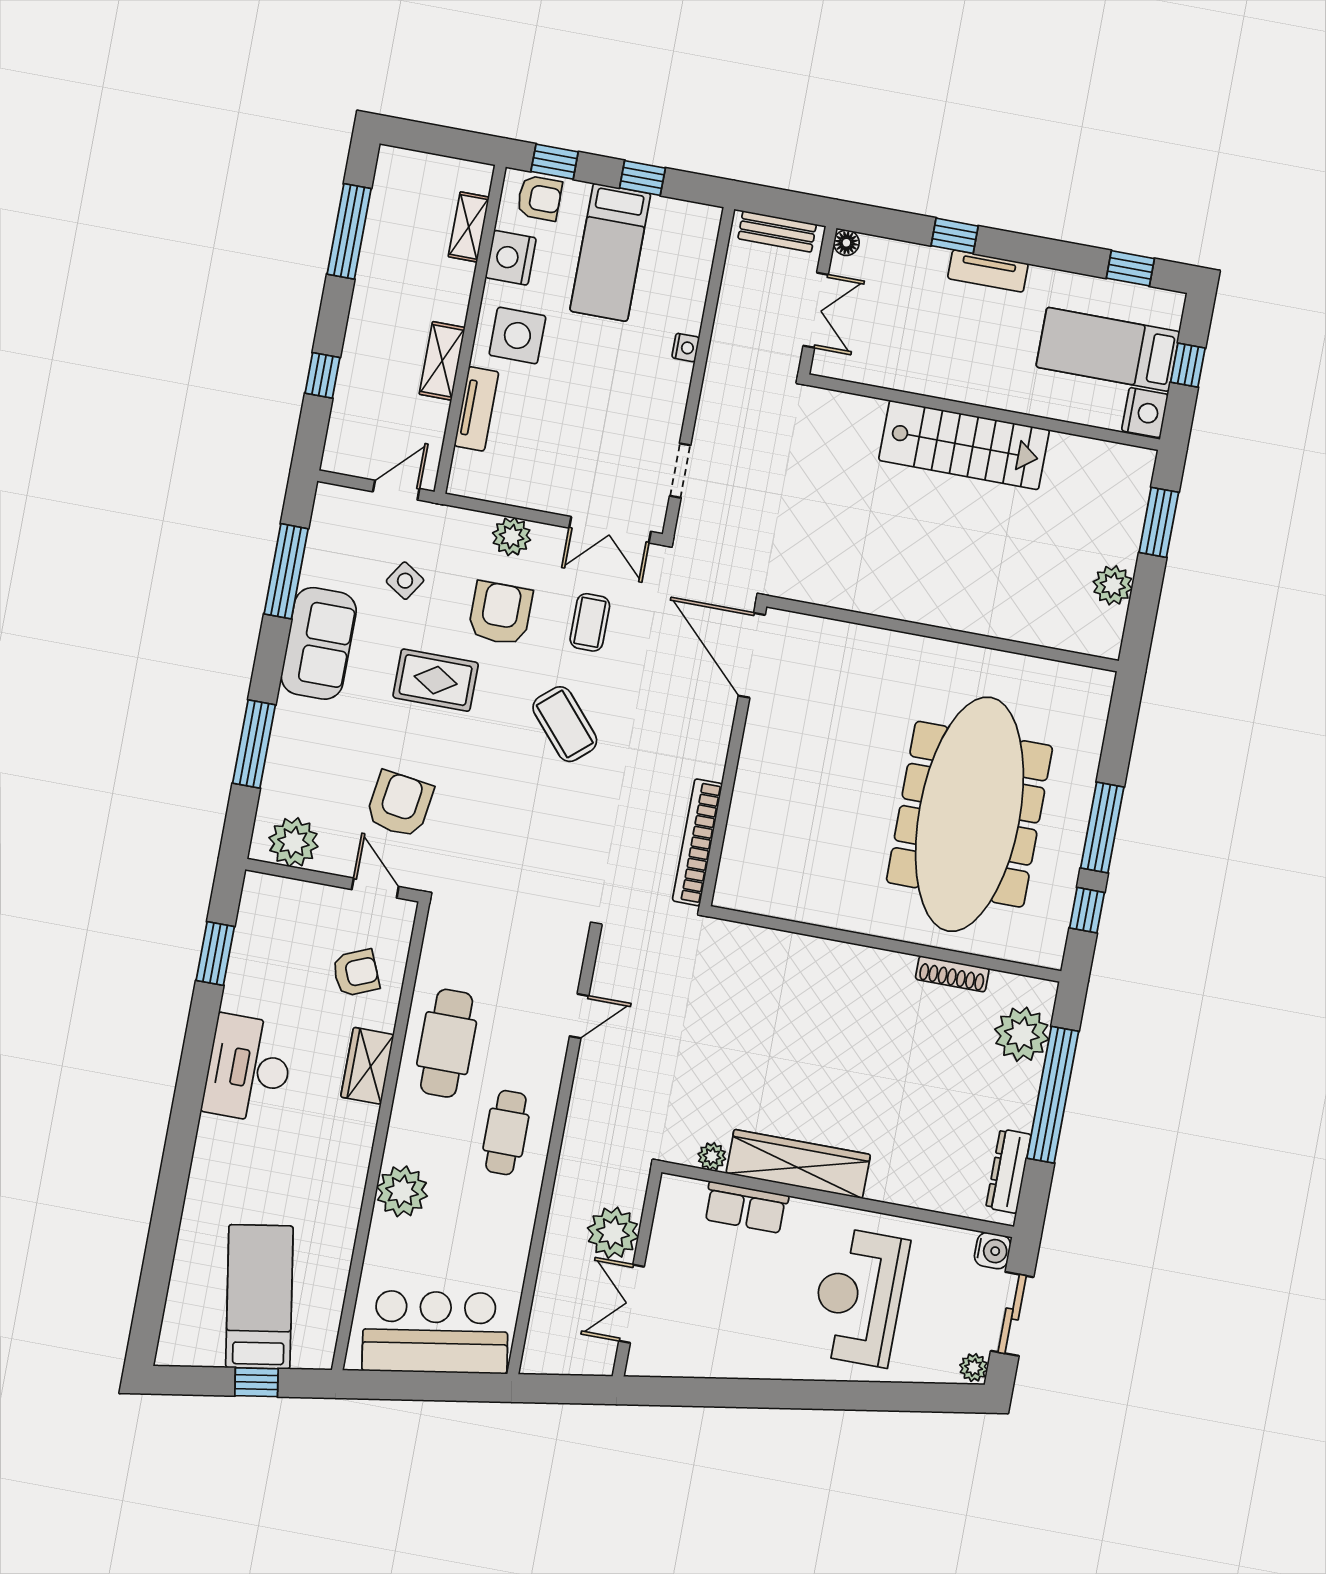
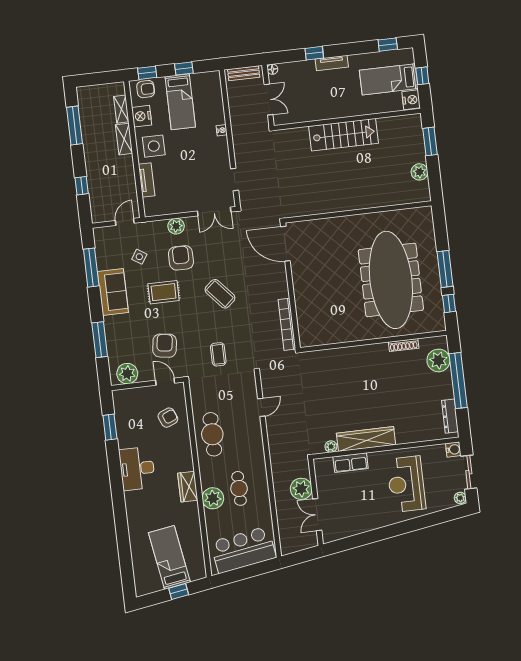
shelving: (442, 361) -> (124, 139), moved
coffee table: (590, 622) -> (218, 354), moved
wardrobe: (367, 1066) -> (188, 487), moved
cafe table: (506, 1133) -> (239, 488), moved

